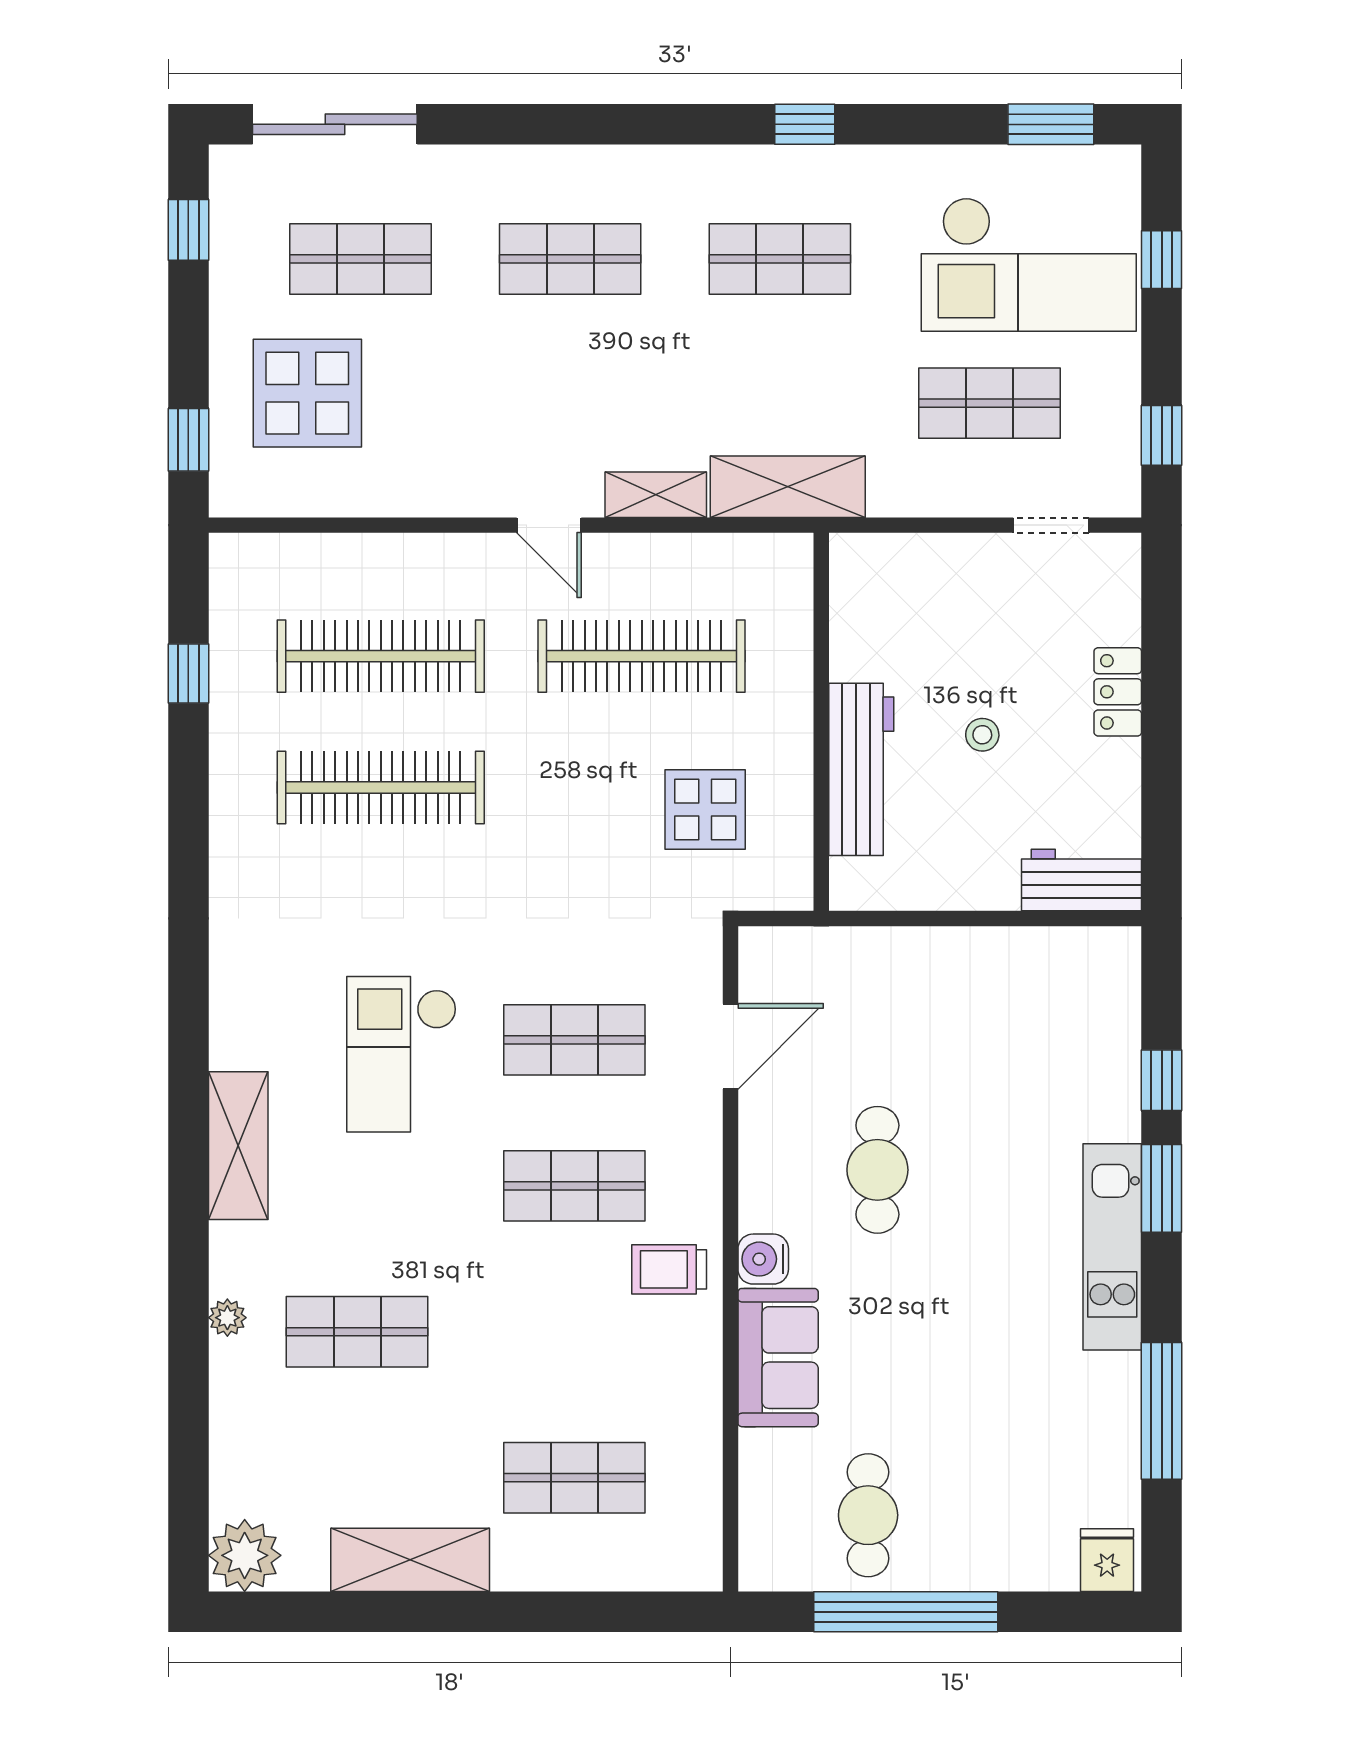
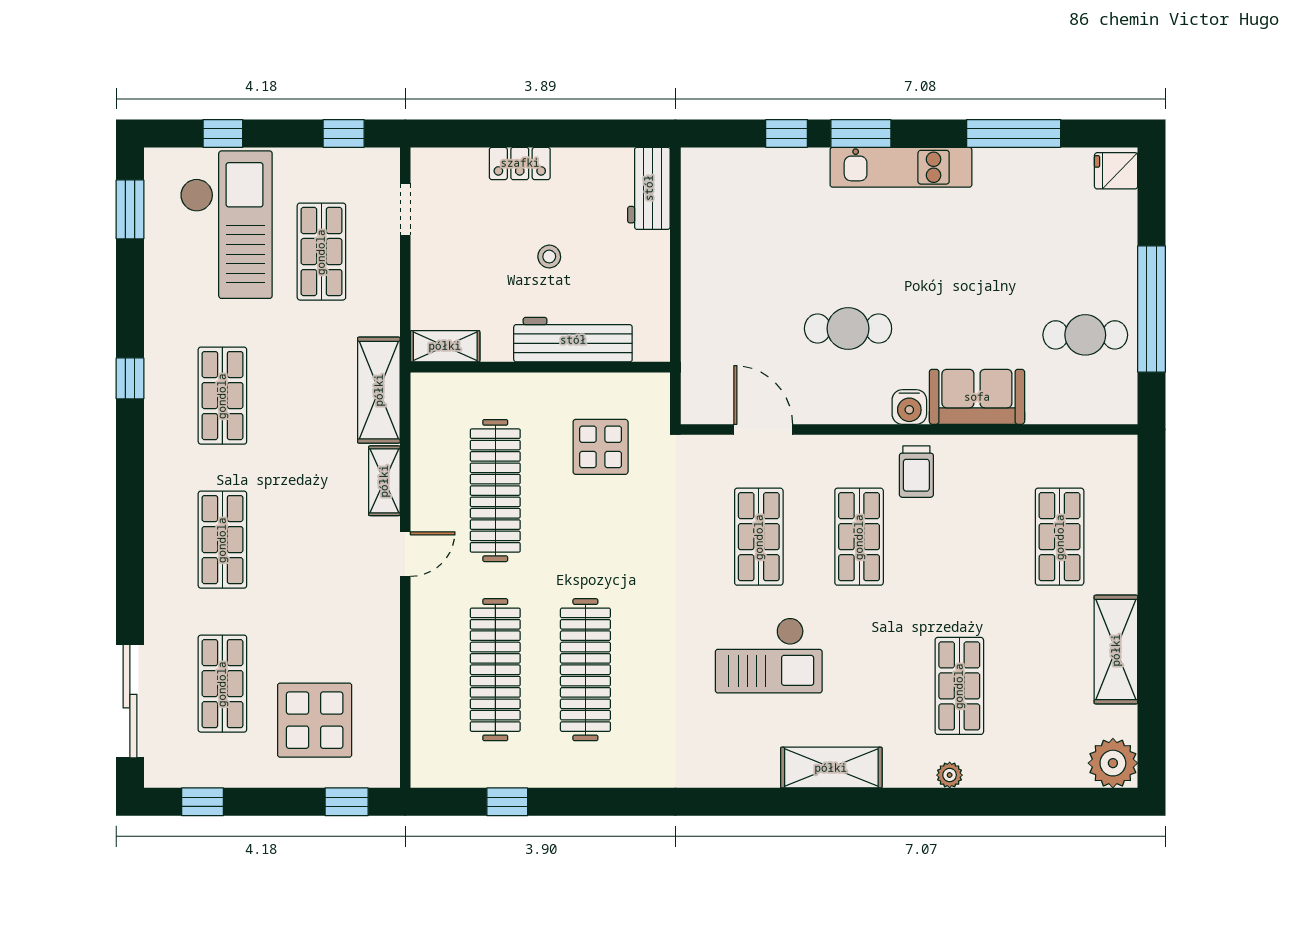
shelving: (851, 583) -> (445, 346), added

